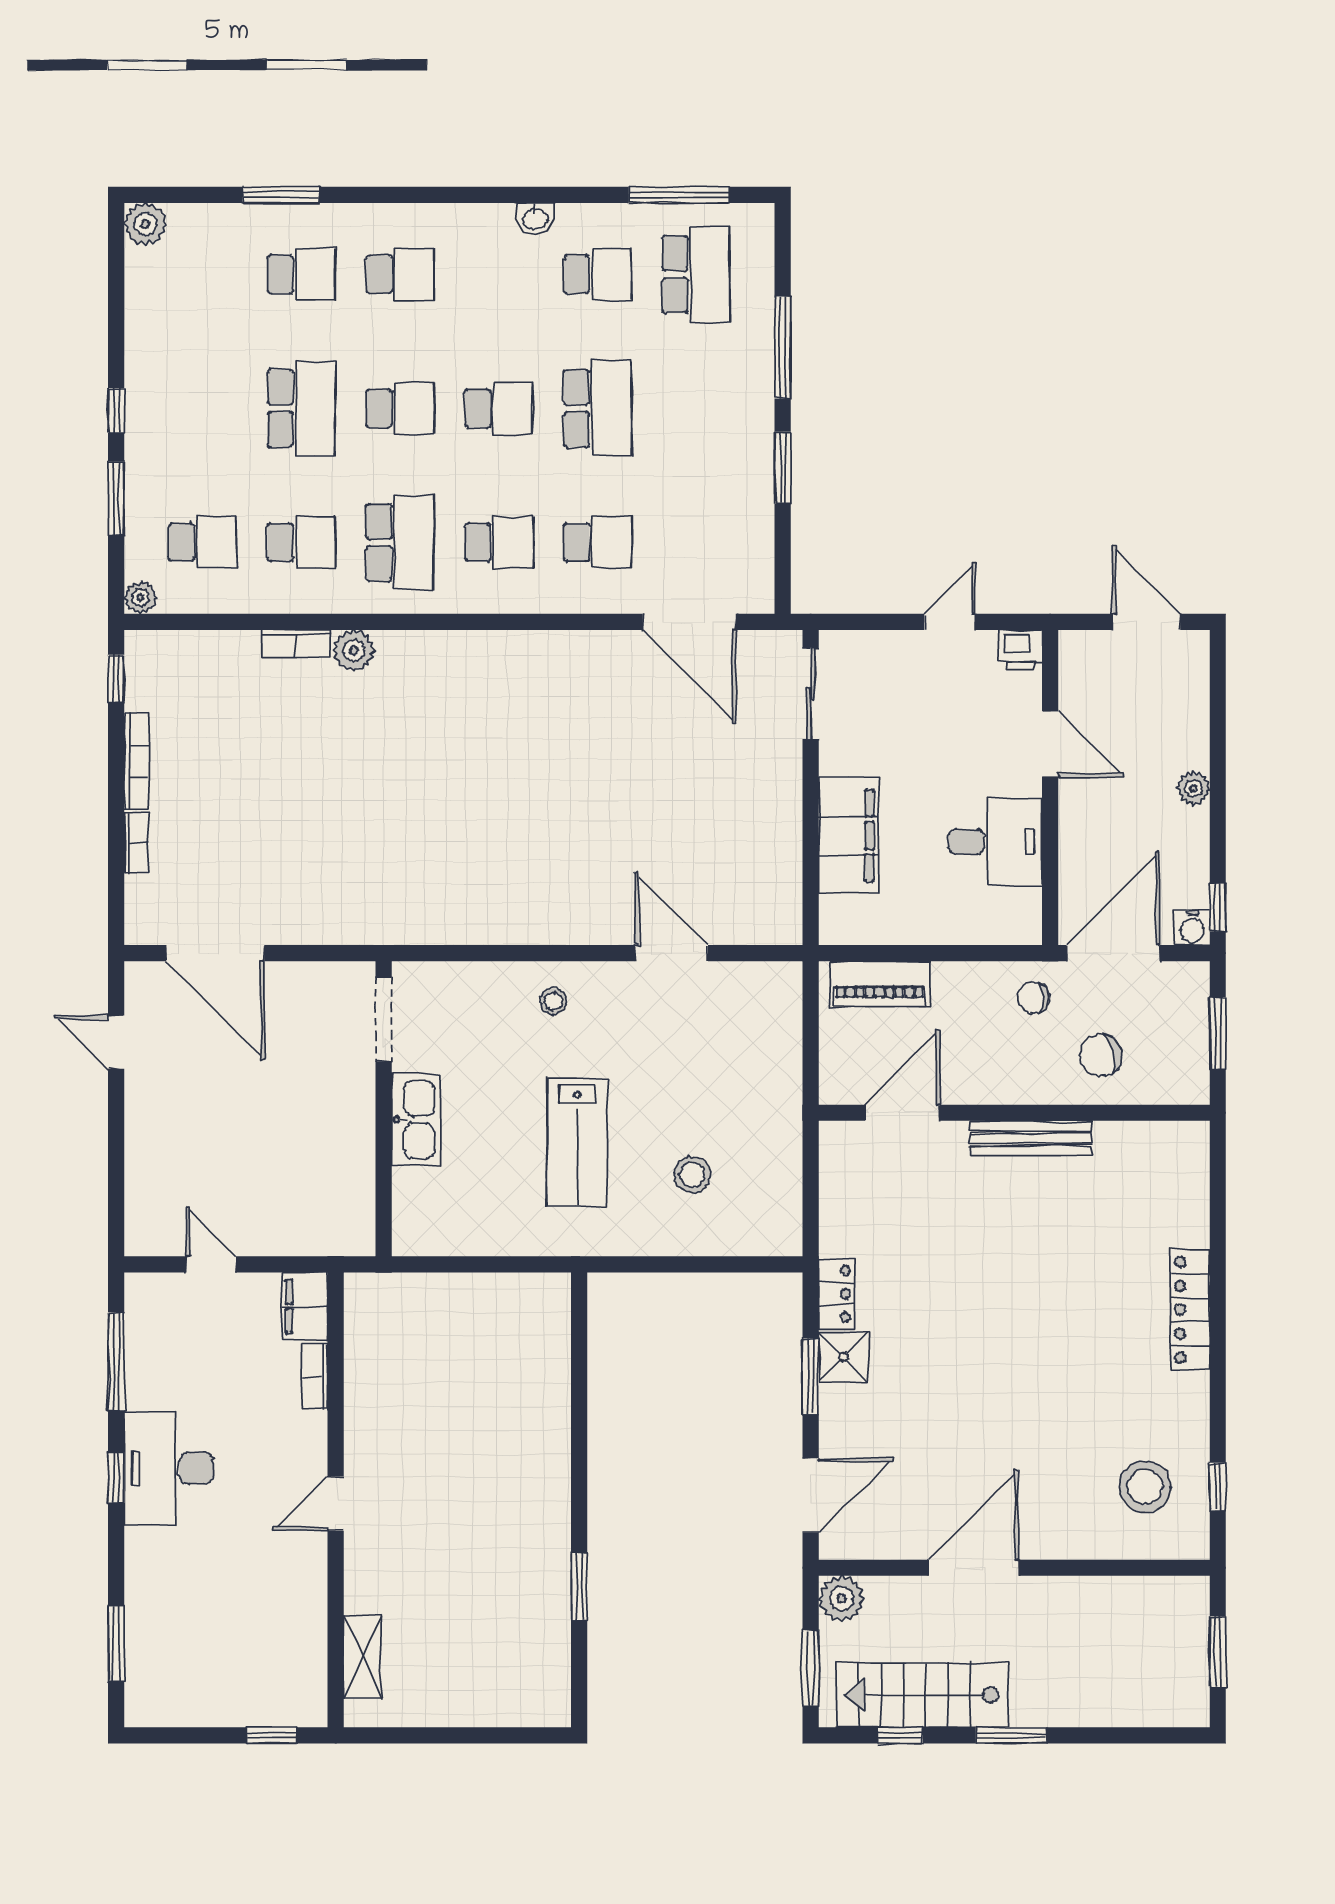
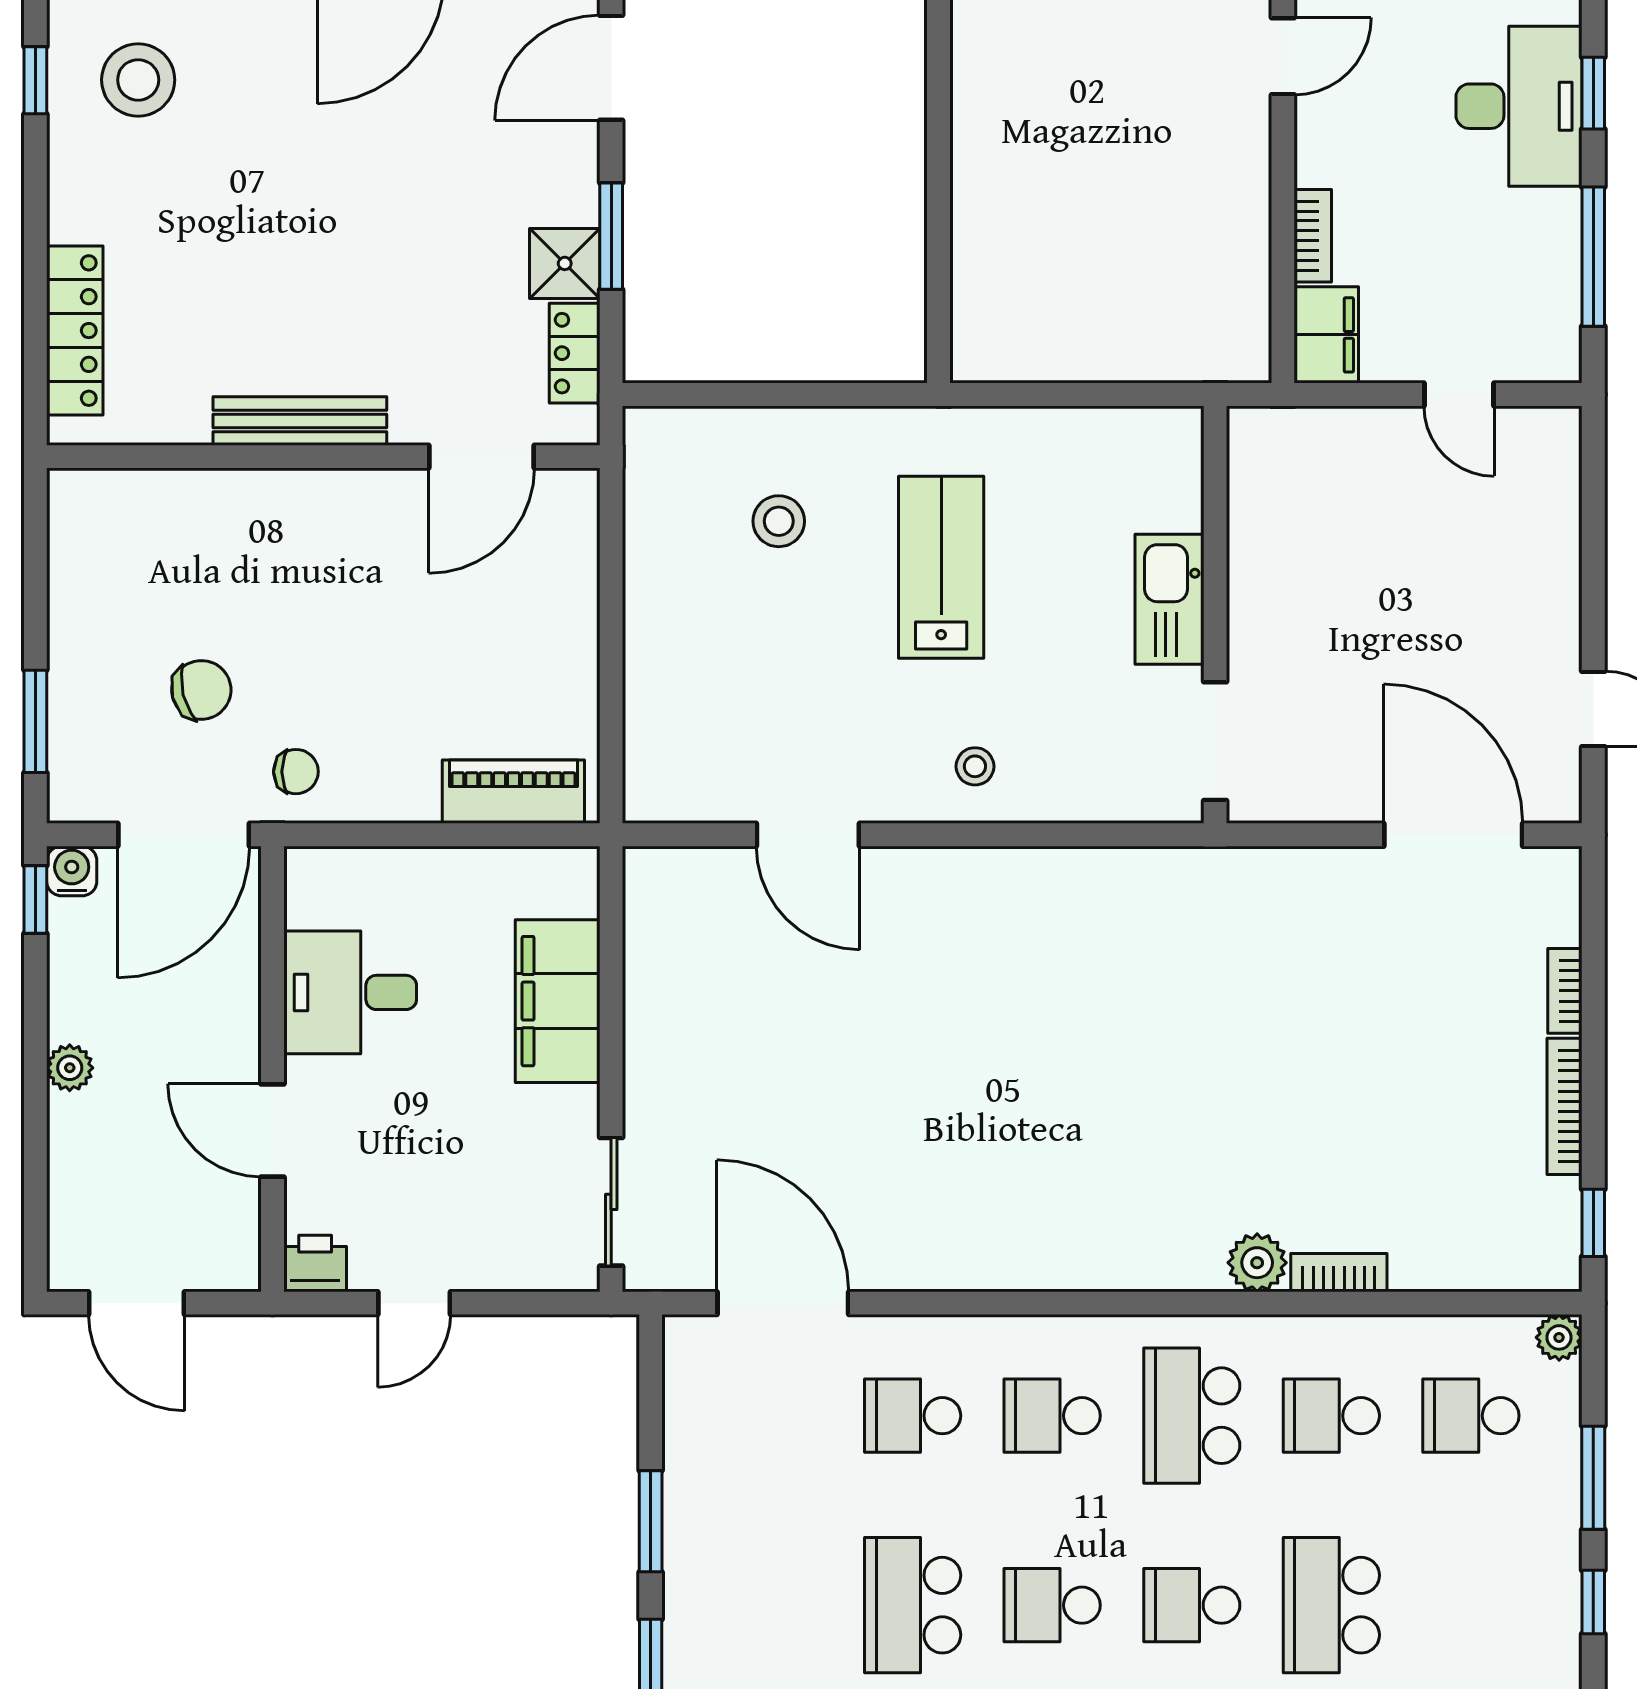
door: (902, 1113) -> (482, 457), moved
wall: (1014, 1113) -> (323, 457), moved
bench: (1031, 1138) -> (300, 421), moved

